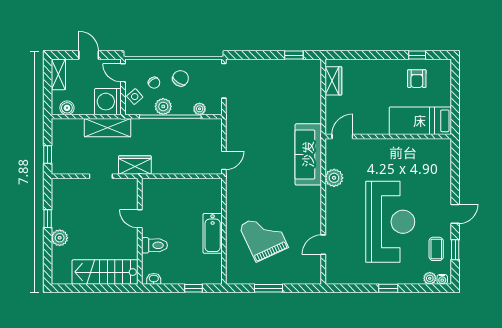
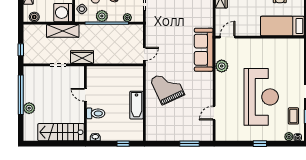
window: (48, 219) -> (21, 95), width x3.17
grand piano: (264, 236) -> (167, 87), moved
window: (268, 288) -> (190, 144), moved

